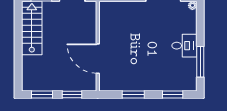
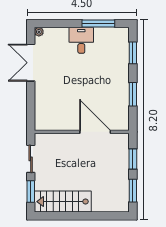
door: (98, 59) -> (95, 132), swing flipped

